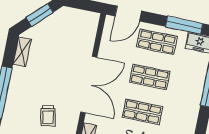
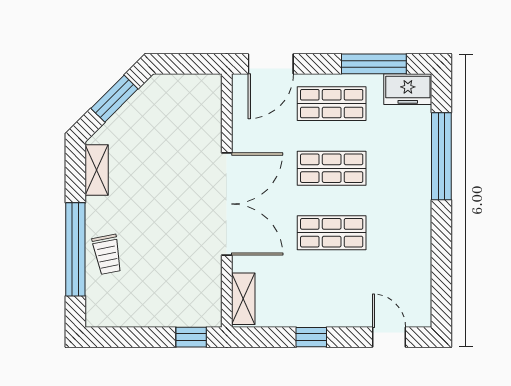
trolley: (48, 116) -> (107, 254), moved

